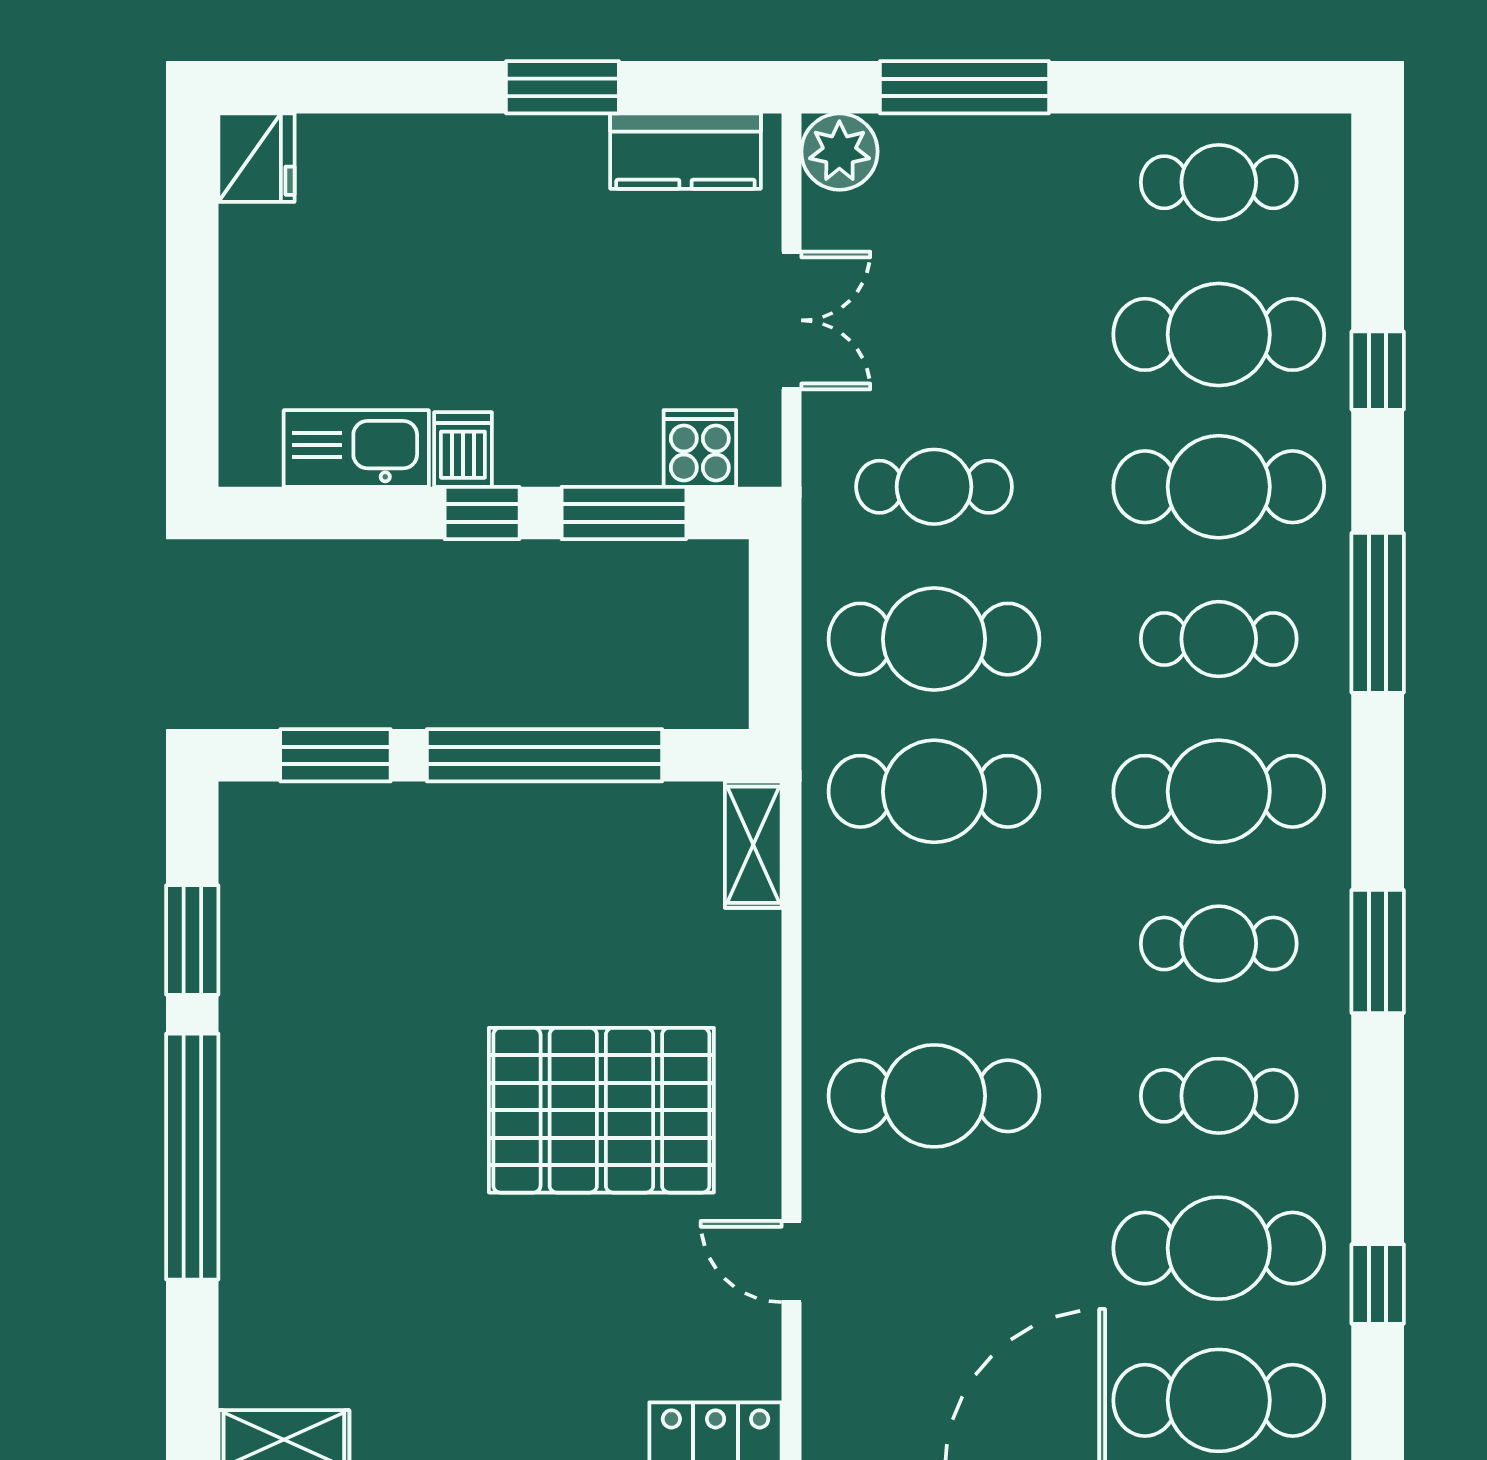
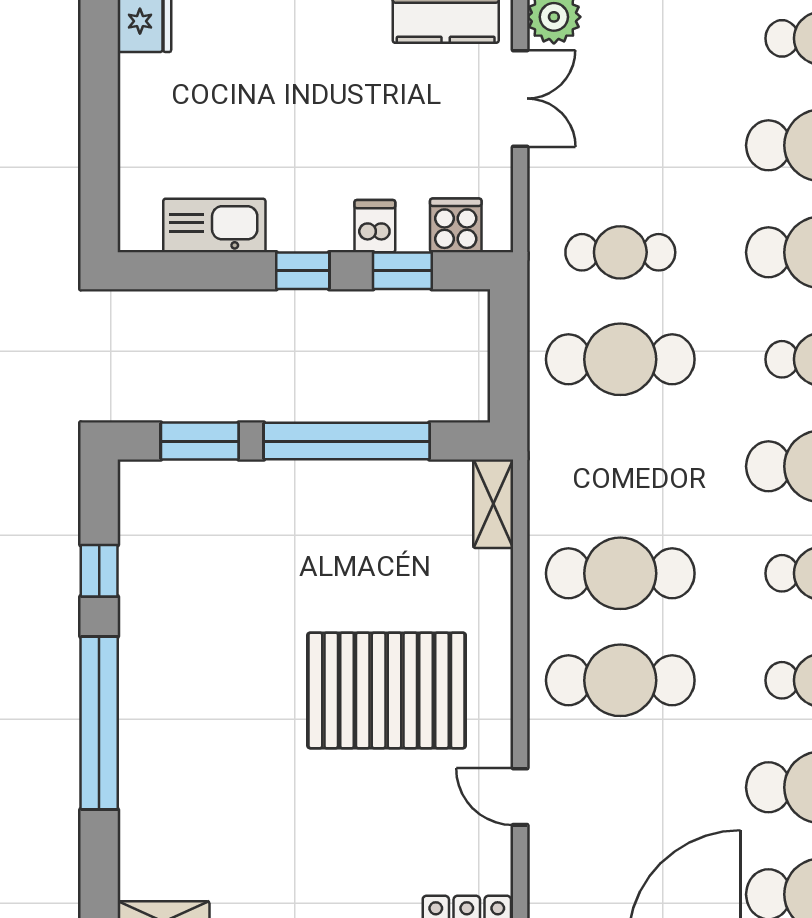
double door: (792, 320) -> (520, 98), moved
dishwasher: (463, 449) -> (375, 226), moved
window: (624, 513) -> (402, 271), width x0.67
cafe table: (934, 791) -> (620, 573), moved
window: (192, 940) -> (99, 571), width x0.67

